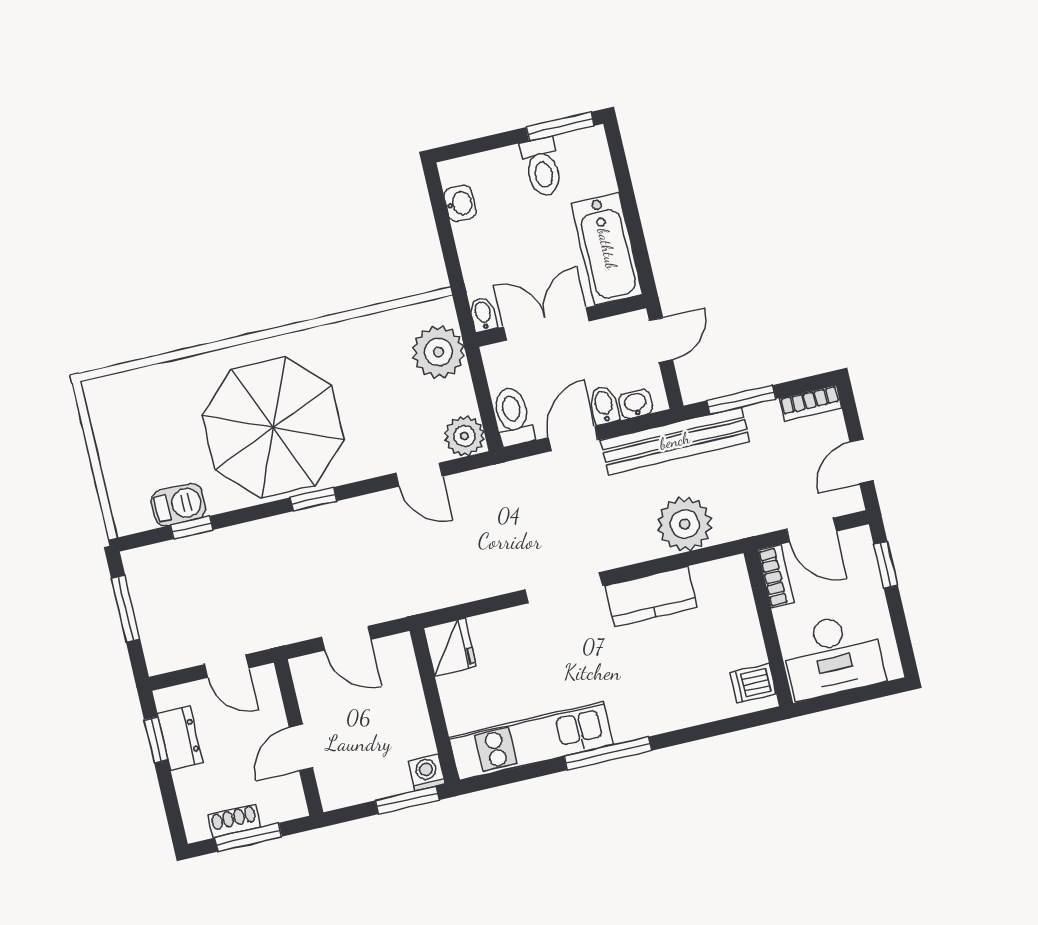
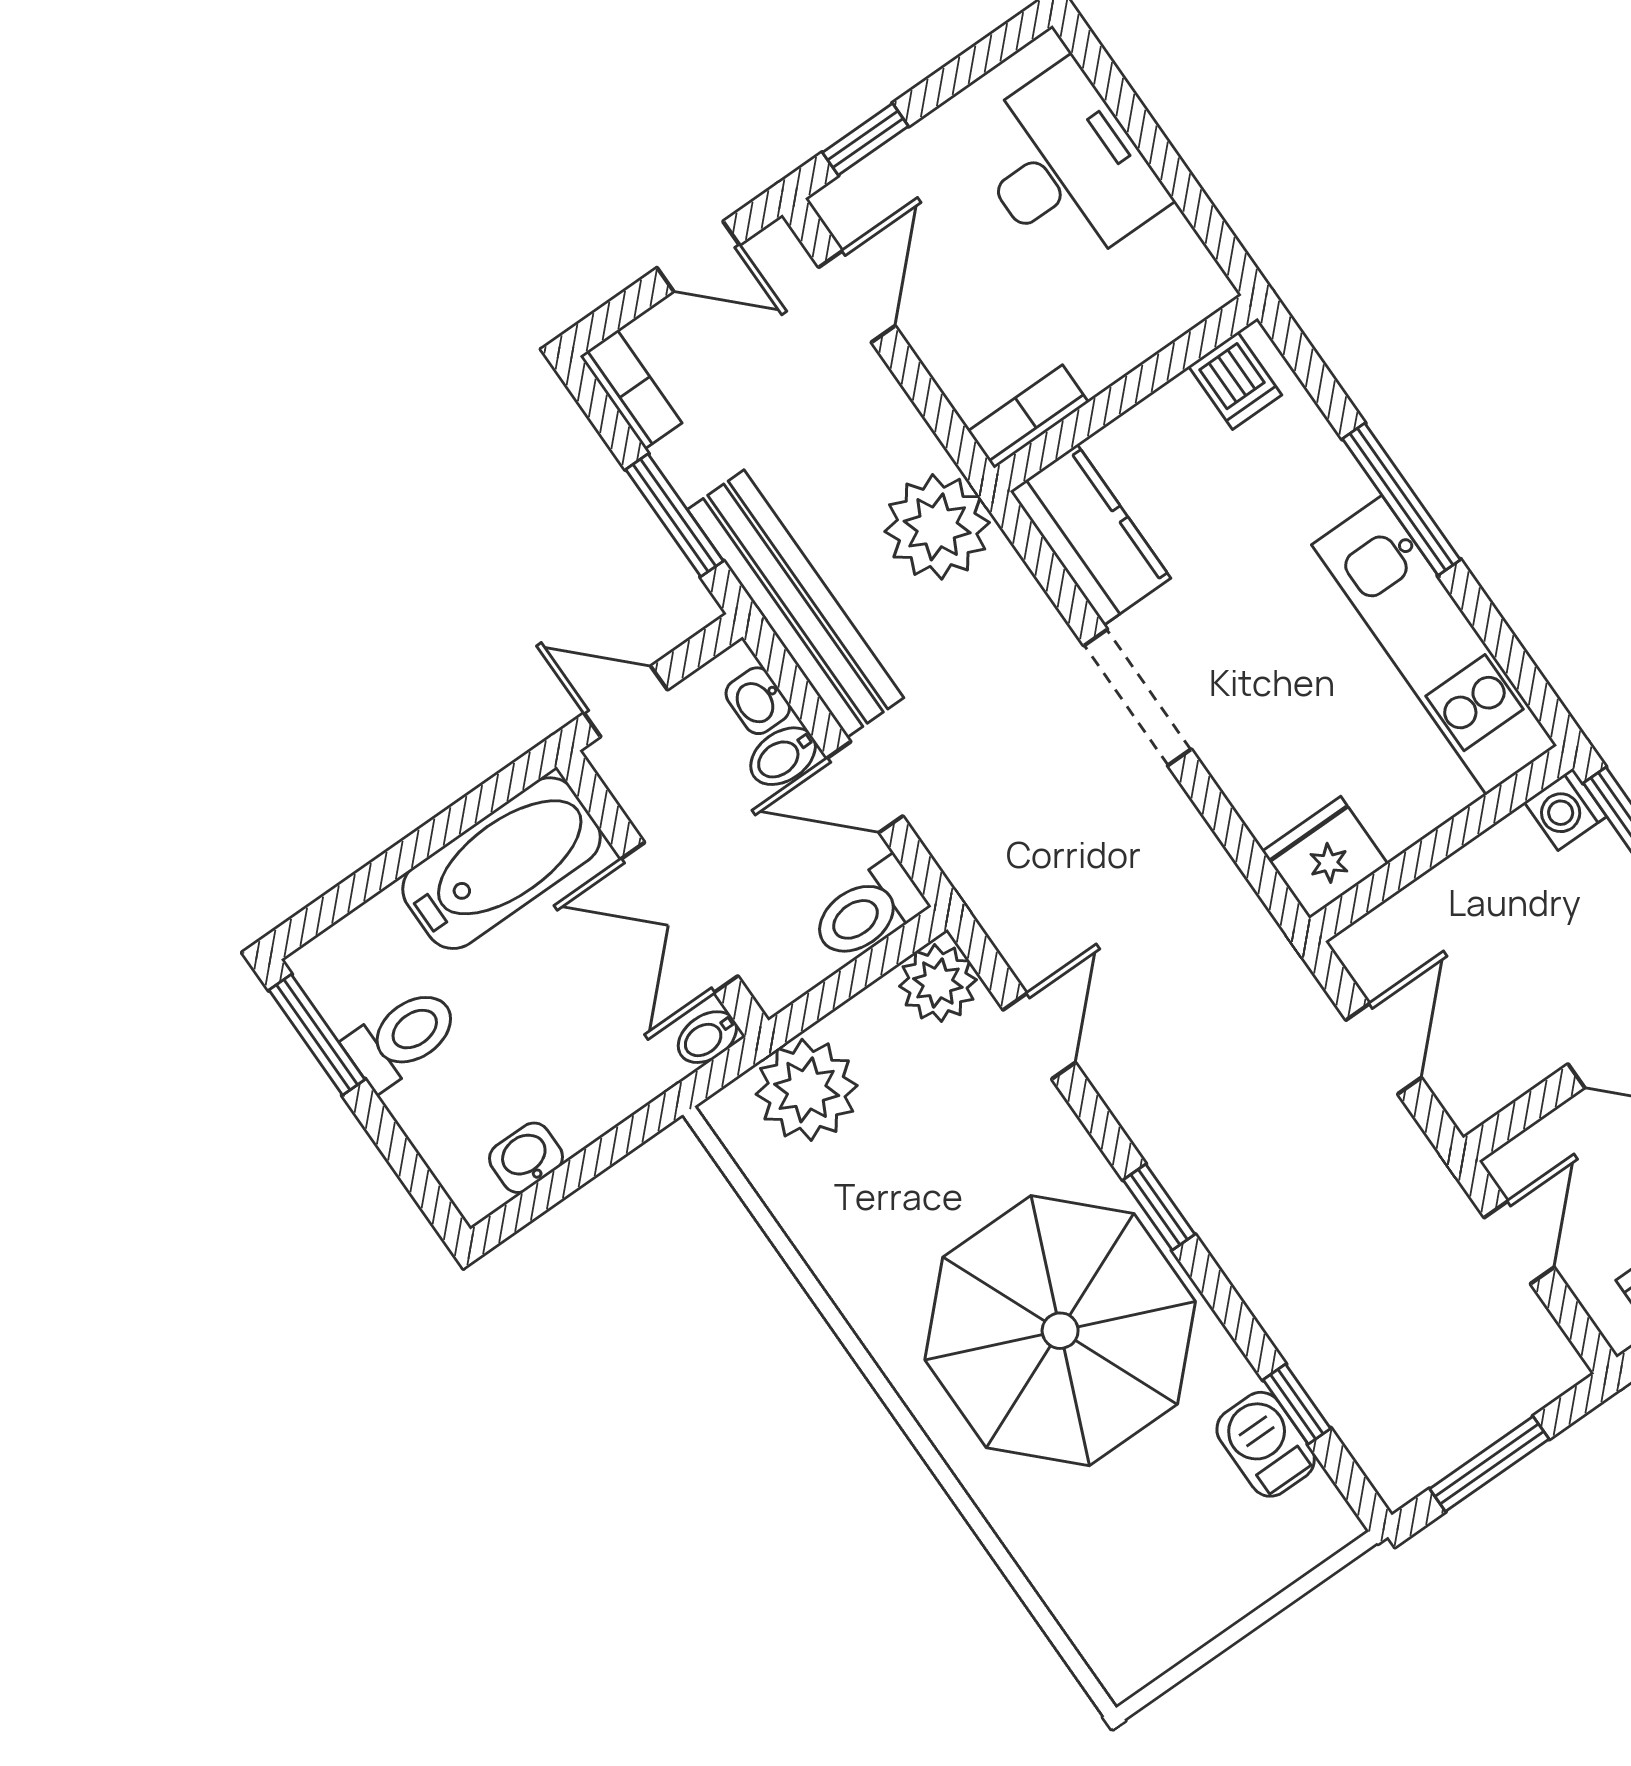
bookcase: (776, 577) -> (1028, 416), moved
wall: (768, 628) -> (1126, 393), moved
dishwasher: (753, 683) -> (1235, 381), moved

